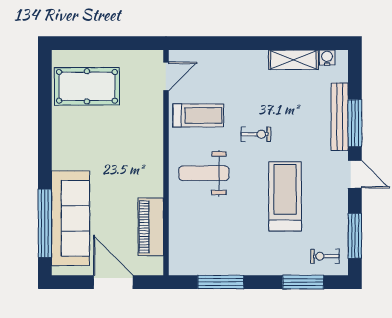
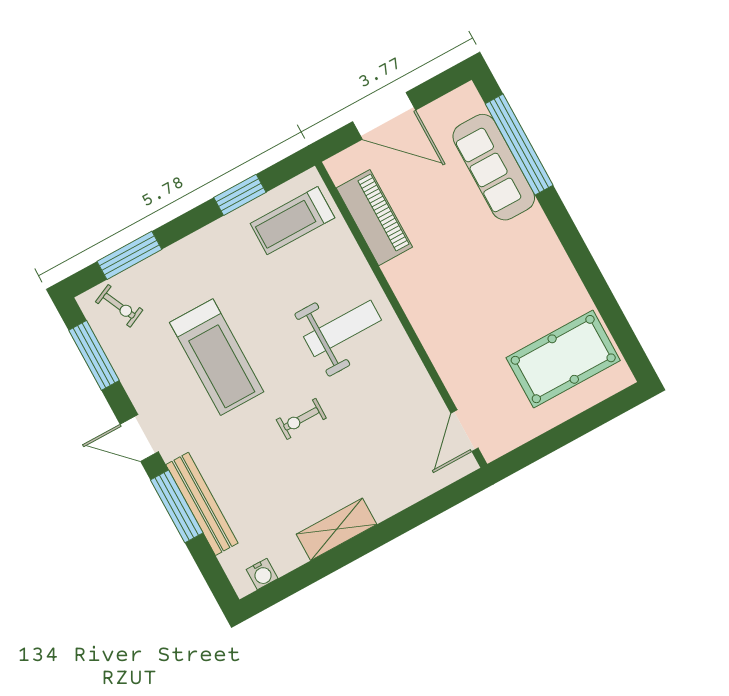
shelving: (293, 60) -> (337, 529), moved
treadmill: (198, 115) -> (292, 221), moved
sofa: (71, 218) -> (494, 167), width x0.74, depth x0.79
exercise bike: (325, 256) -> (119, 306), turned 65
window: (221, 282) -> (240, 195), width x0.69

